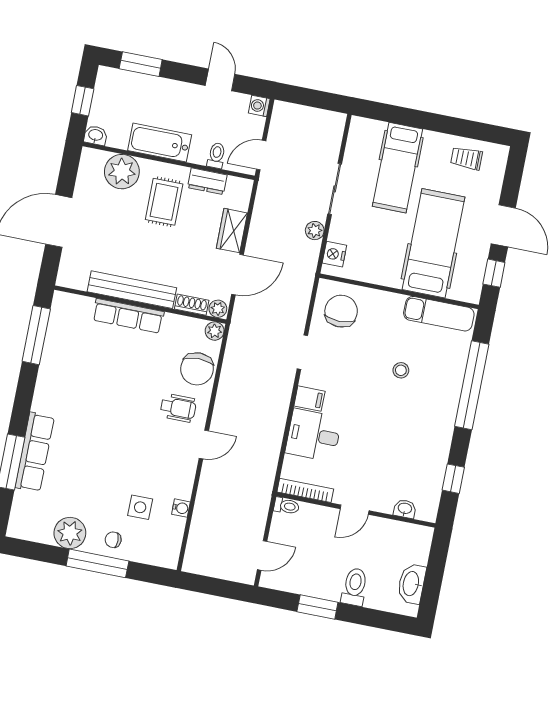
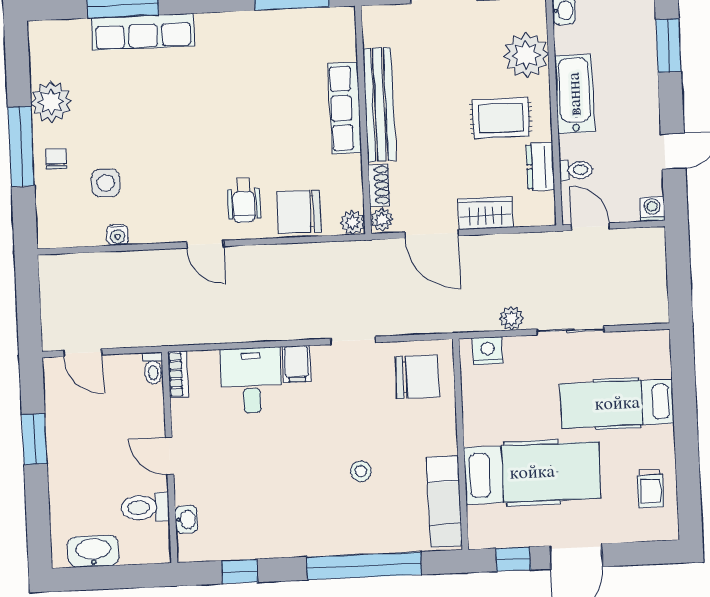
trolley: (467, 158) -> (650, 488), turned 180
bookcase: (305, 490) -> (178, 374), width x0.64
toilet: (355, 587) -> (145, 507), moved, turned 180

